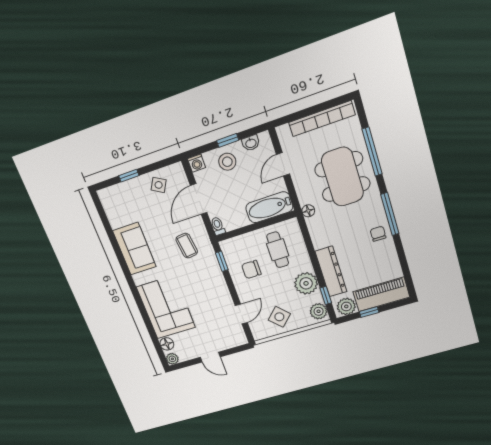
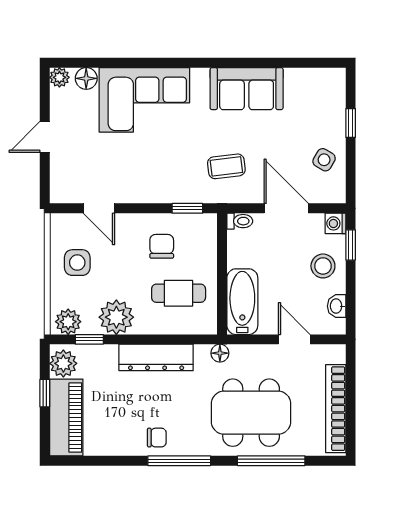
window: (228, 140) -> (351, 245), moved
dresser: (331, 271) -> (156, 357), moved
side table: (279, 317) -> (77, 263), turned 45

